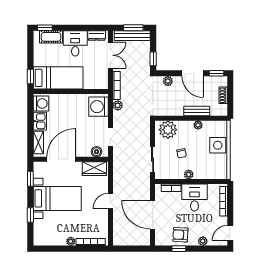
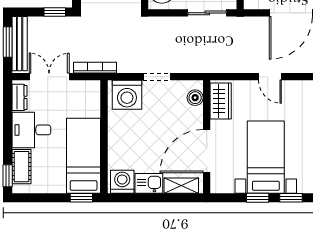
plant: (118, 105) -> (125, 66), removed
doorway: (110, 137) -> (157, 77), moved
door: (61, 159) -> (207, 151), hinge flipped
window: (30, 179) -> (258, 198), moved

